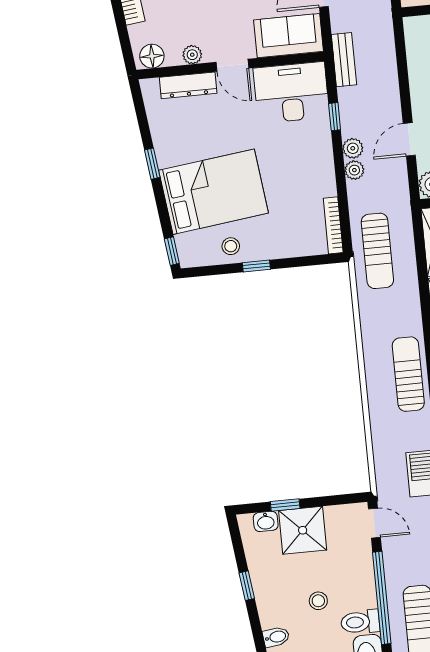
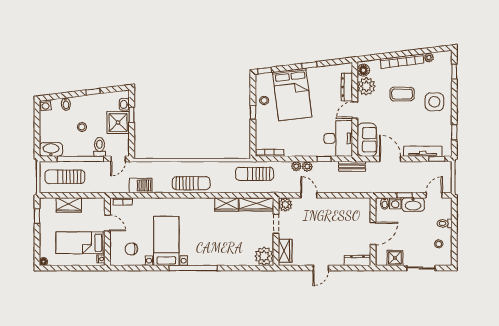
plant: (192, 55) -> (366, 86), width x1.88, depth x1.88
toilet: (360, 622) -> (100, 147), moved

